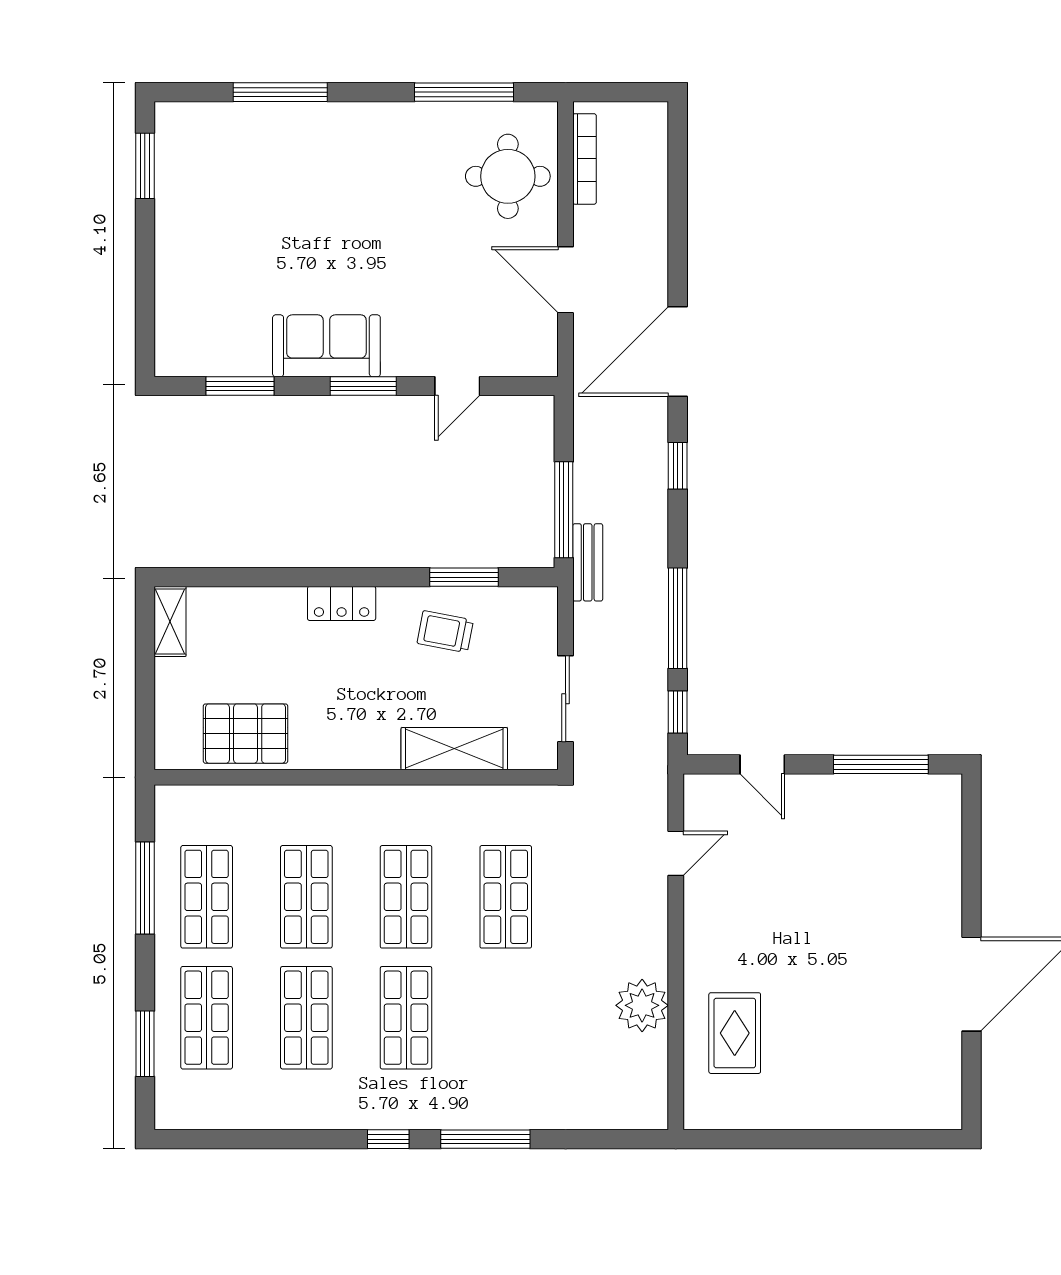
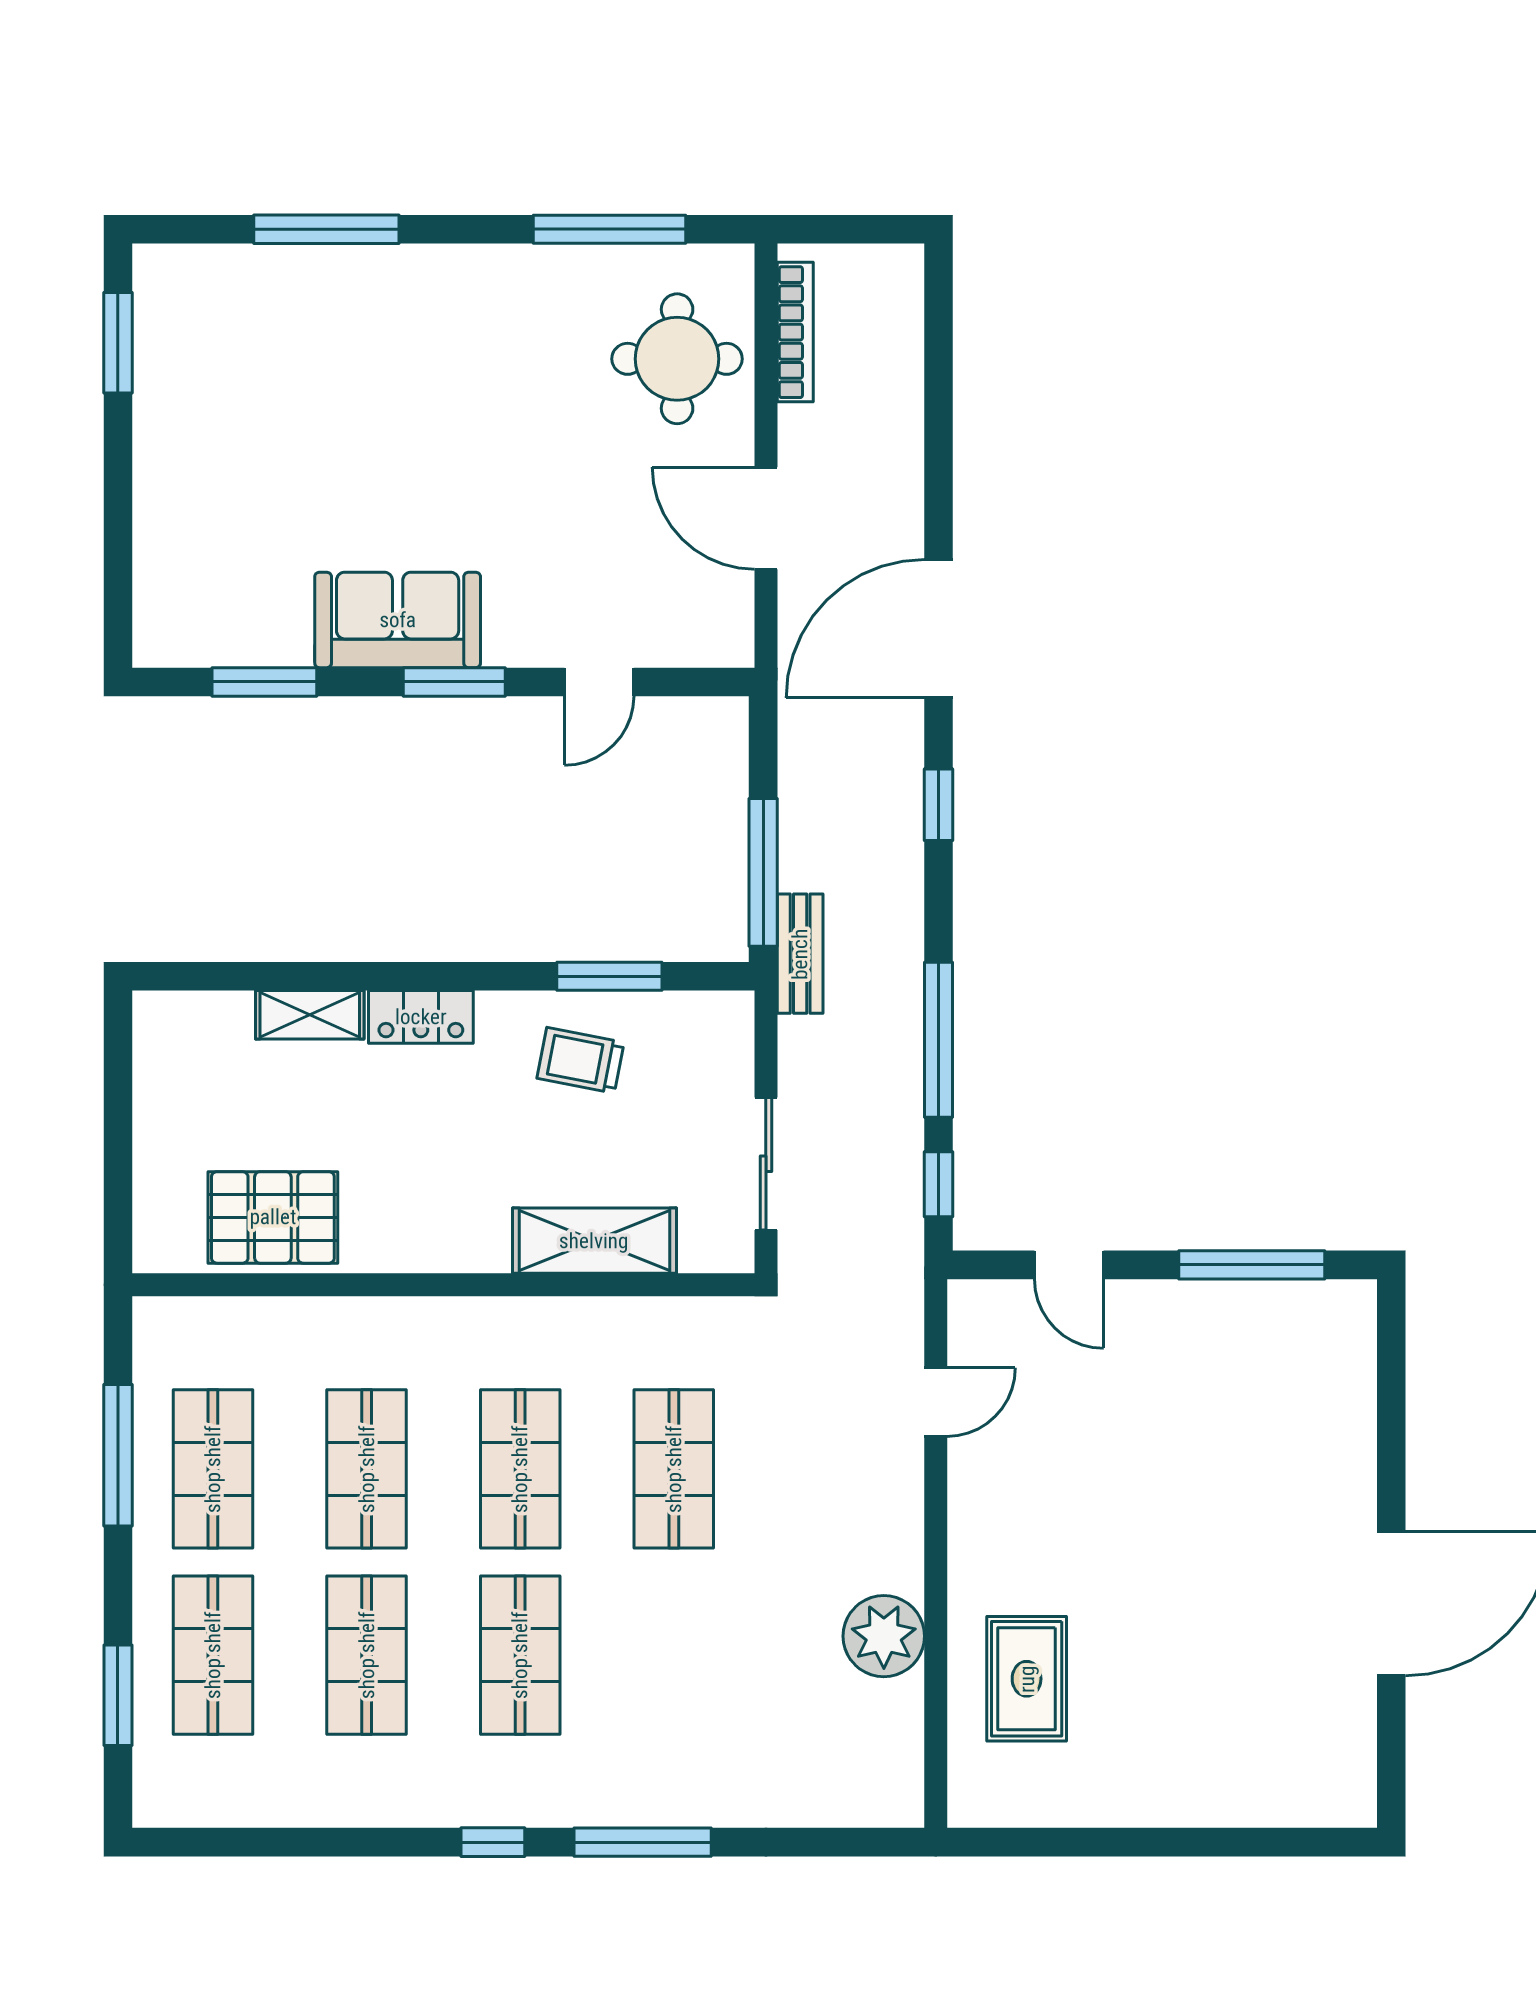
shelving: (170, 621) -> (310, 1015), moved, turned 90

